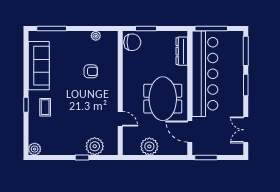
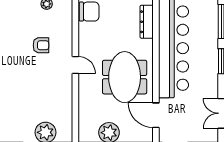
door: (120, 119) -> (75, 65), moved

